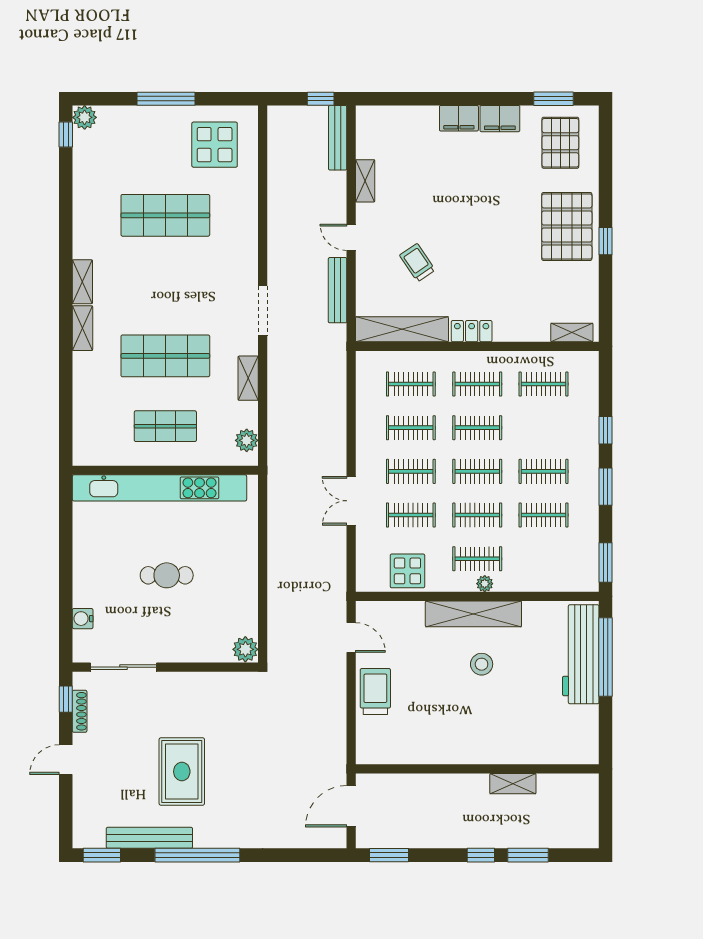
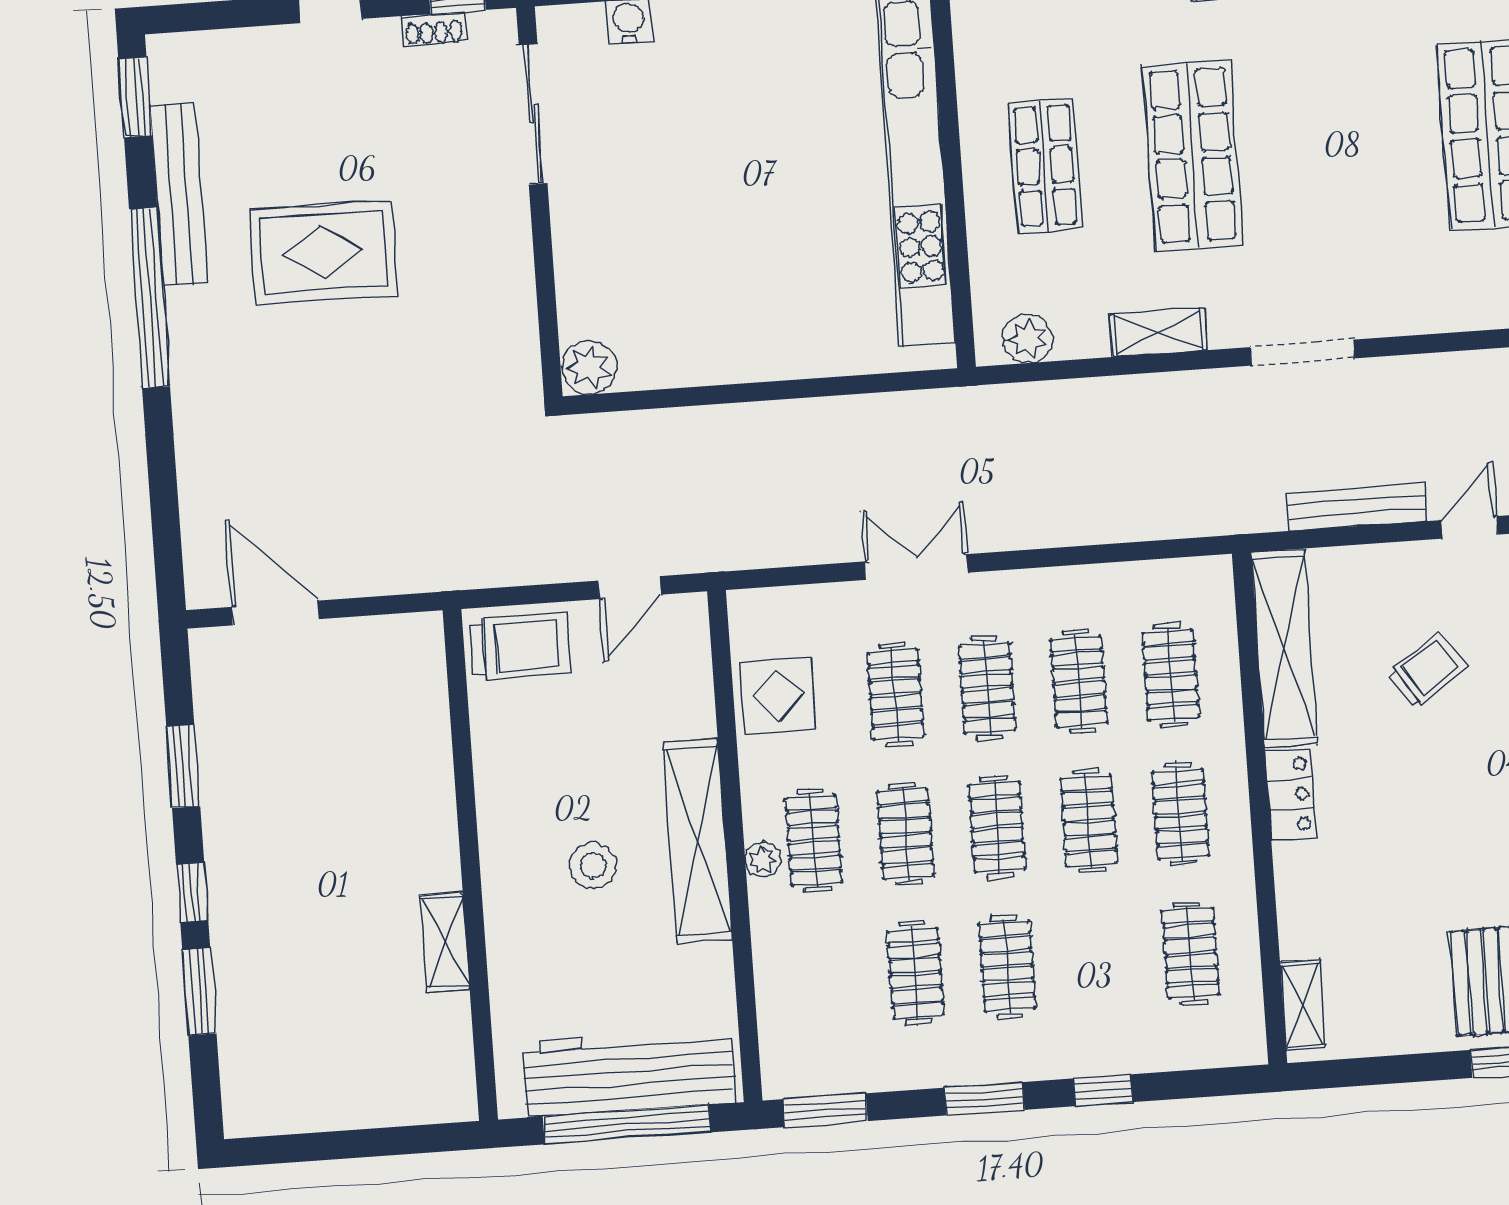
cafe table: (167, 575) -> (732, 191), removed
shoe rack: (80, 711) -> (434, 29), width x0.70
wall: (477, 769) -> (470, 865), moved
shelving: (513, 784) -> (445, 942), moved
window: (389, 855) -> (183, 766), moved

